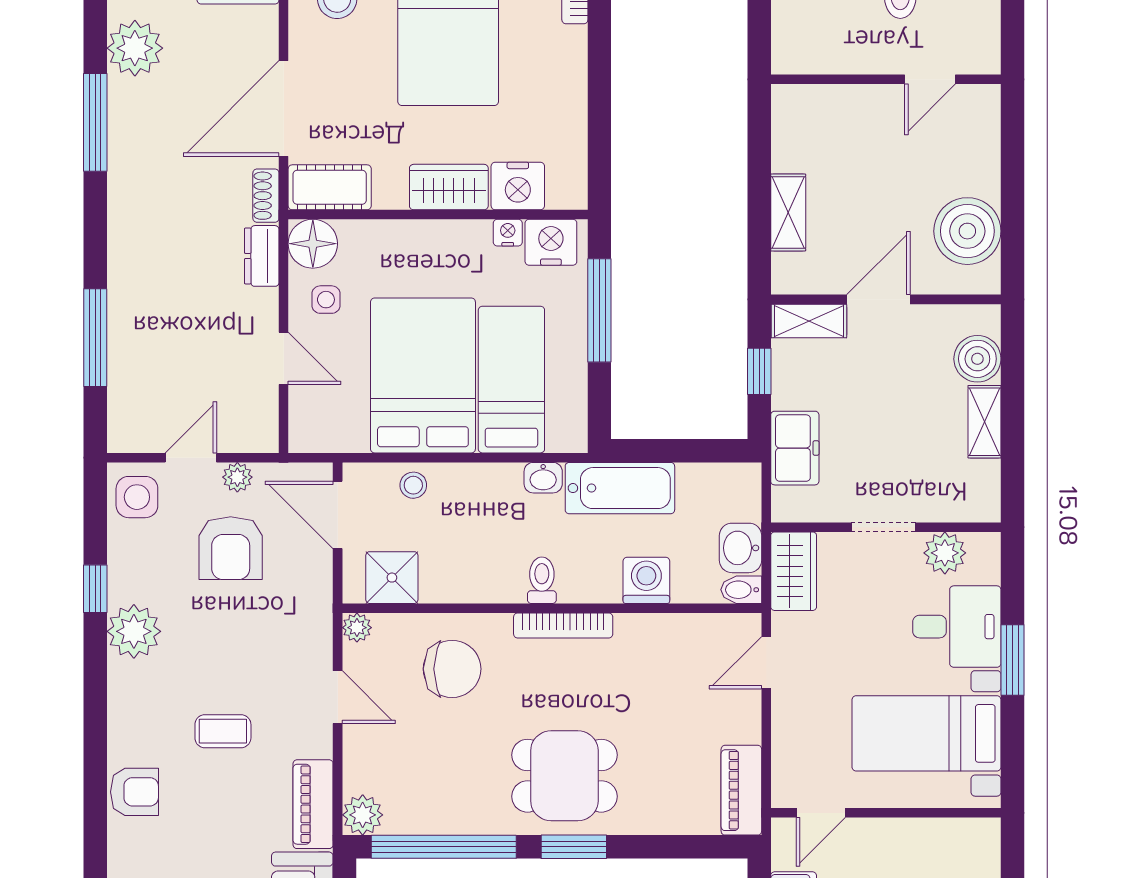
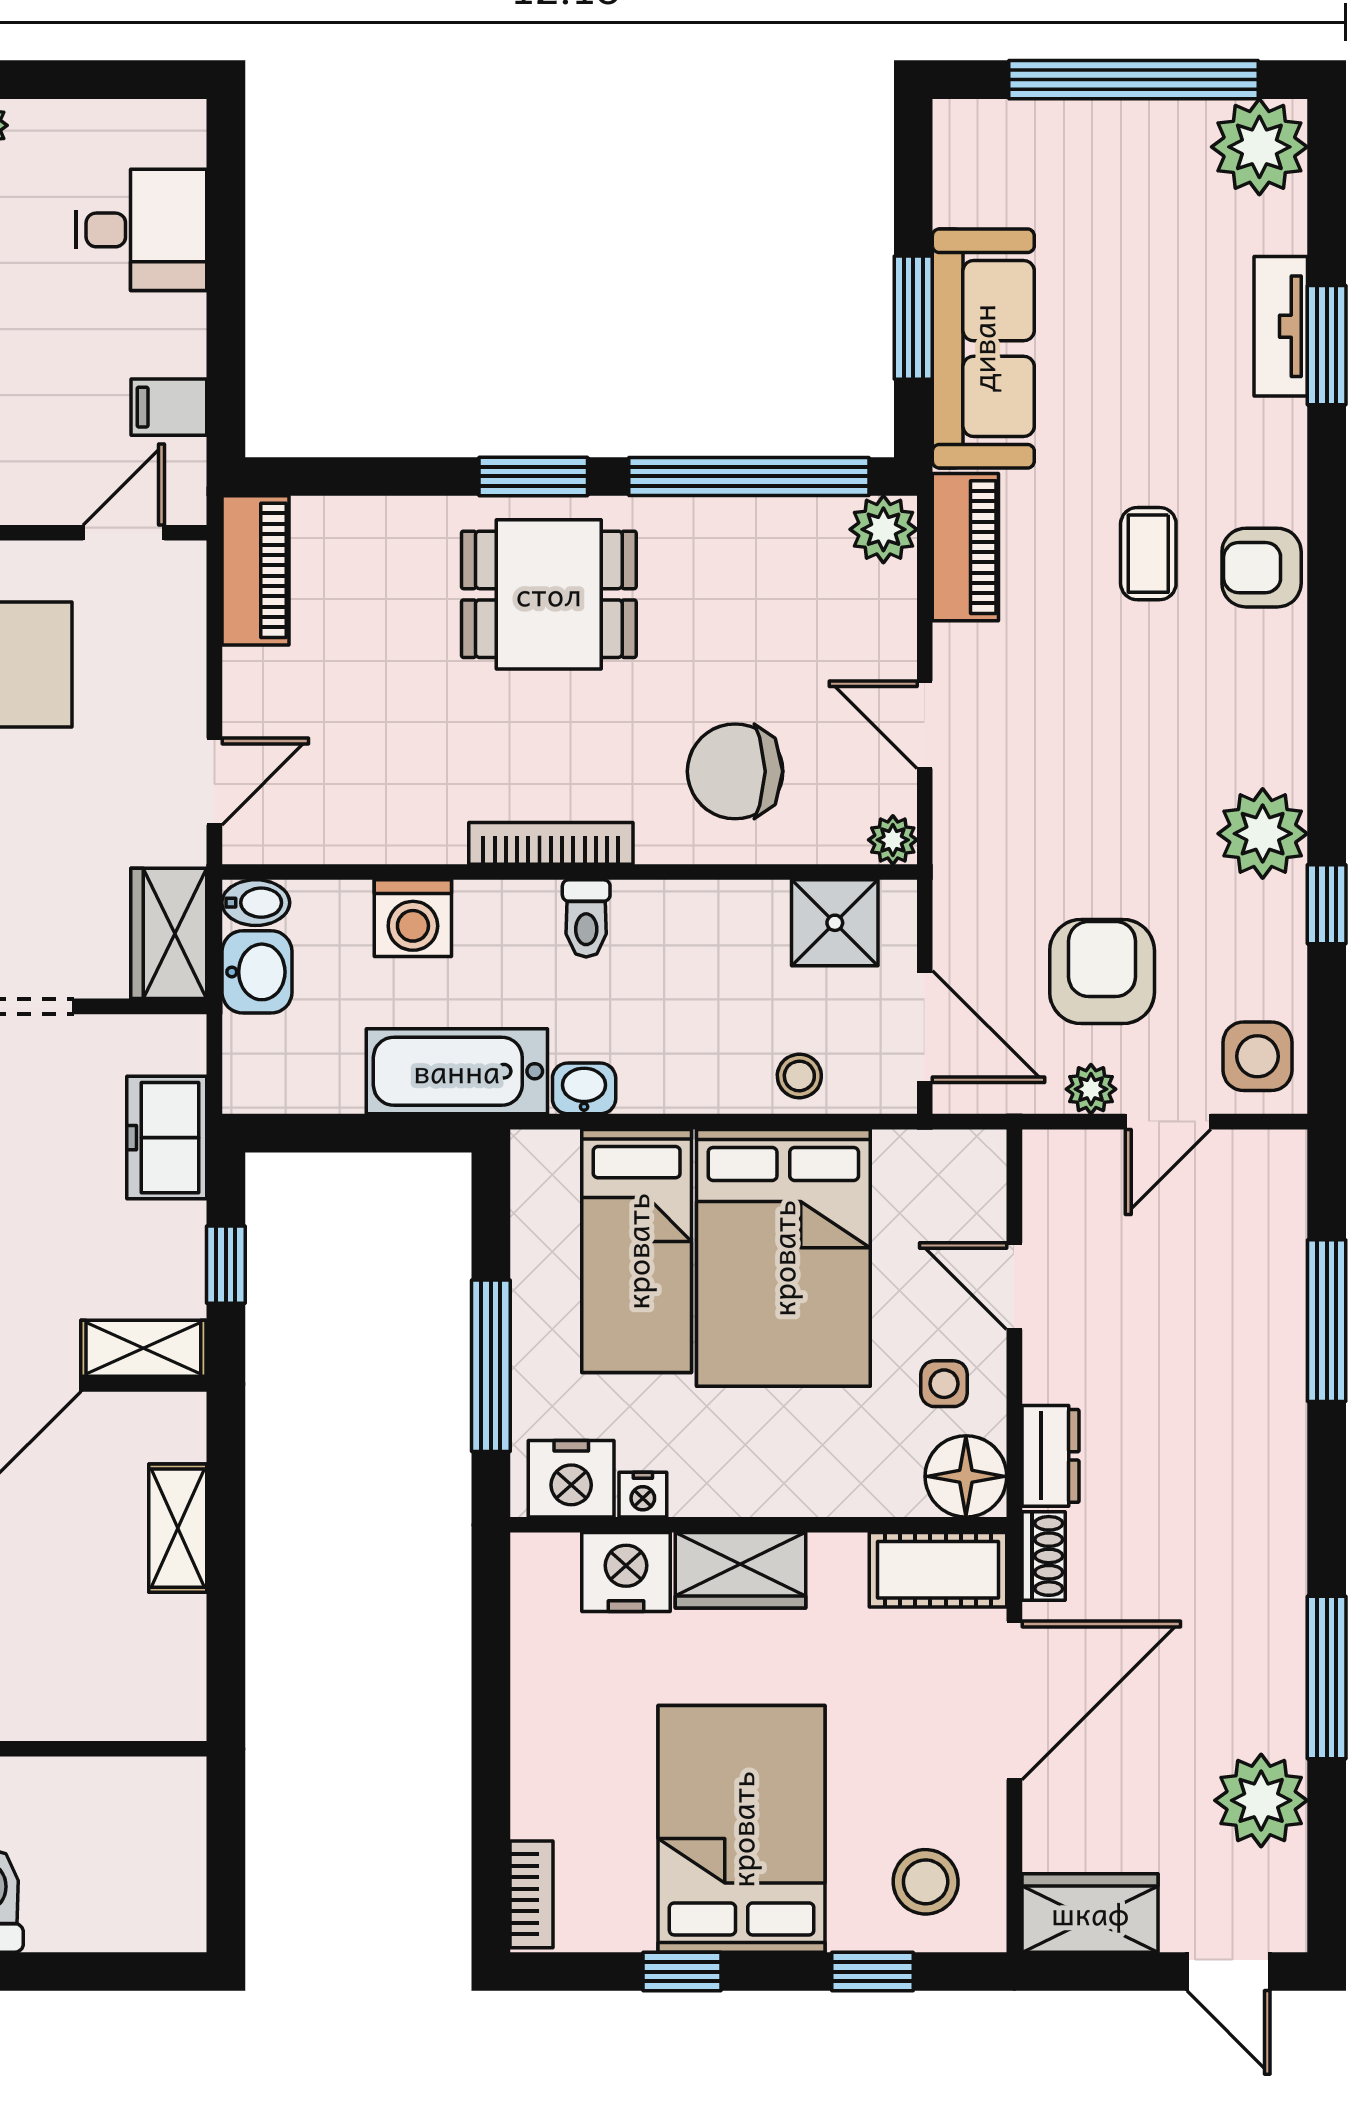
coffee table: (223, 731) -> (1148, 554), moved, turned 90

